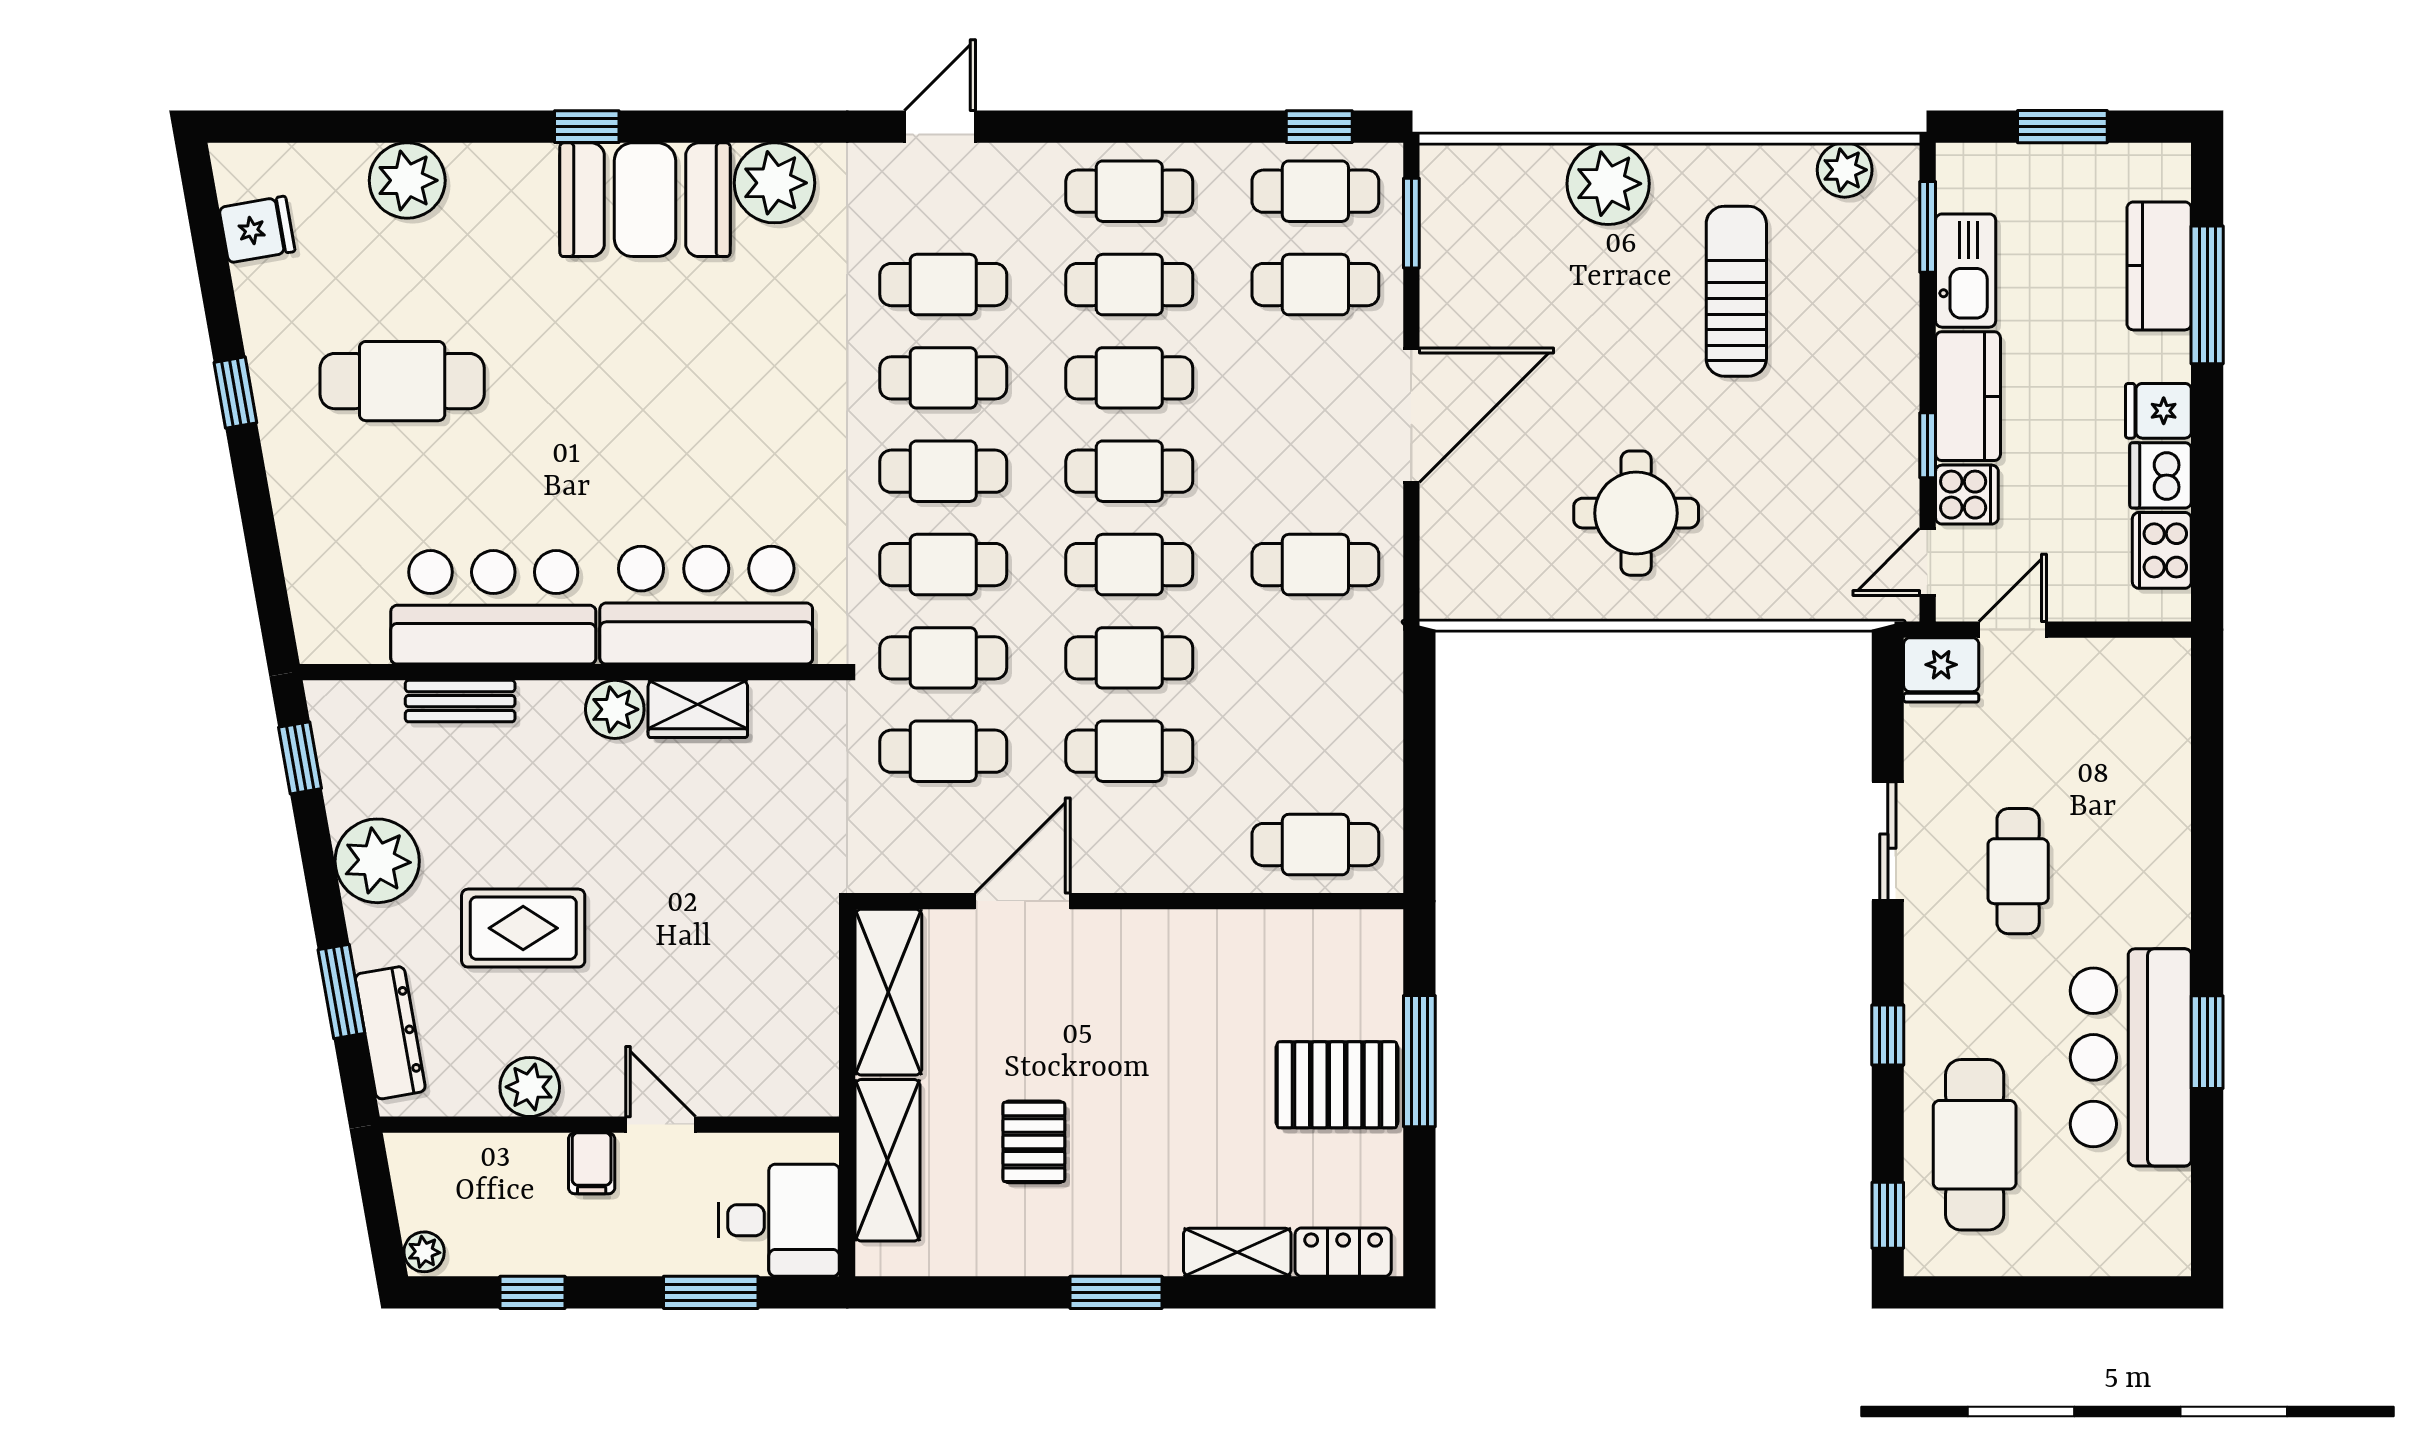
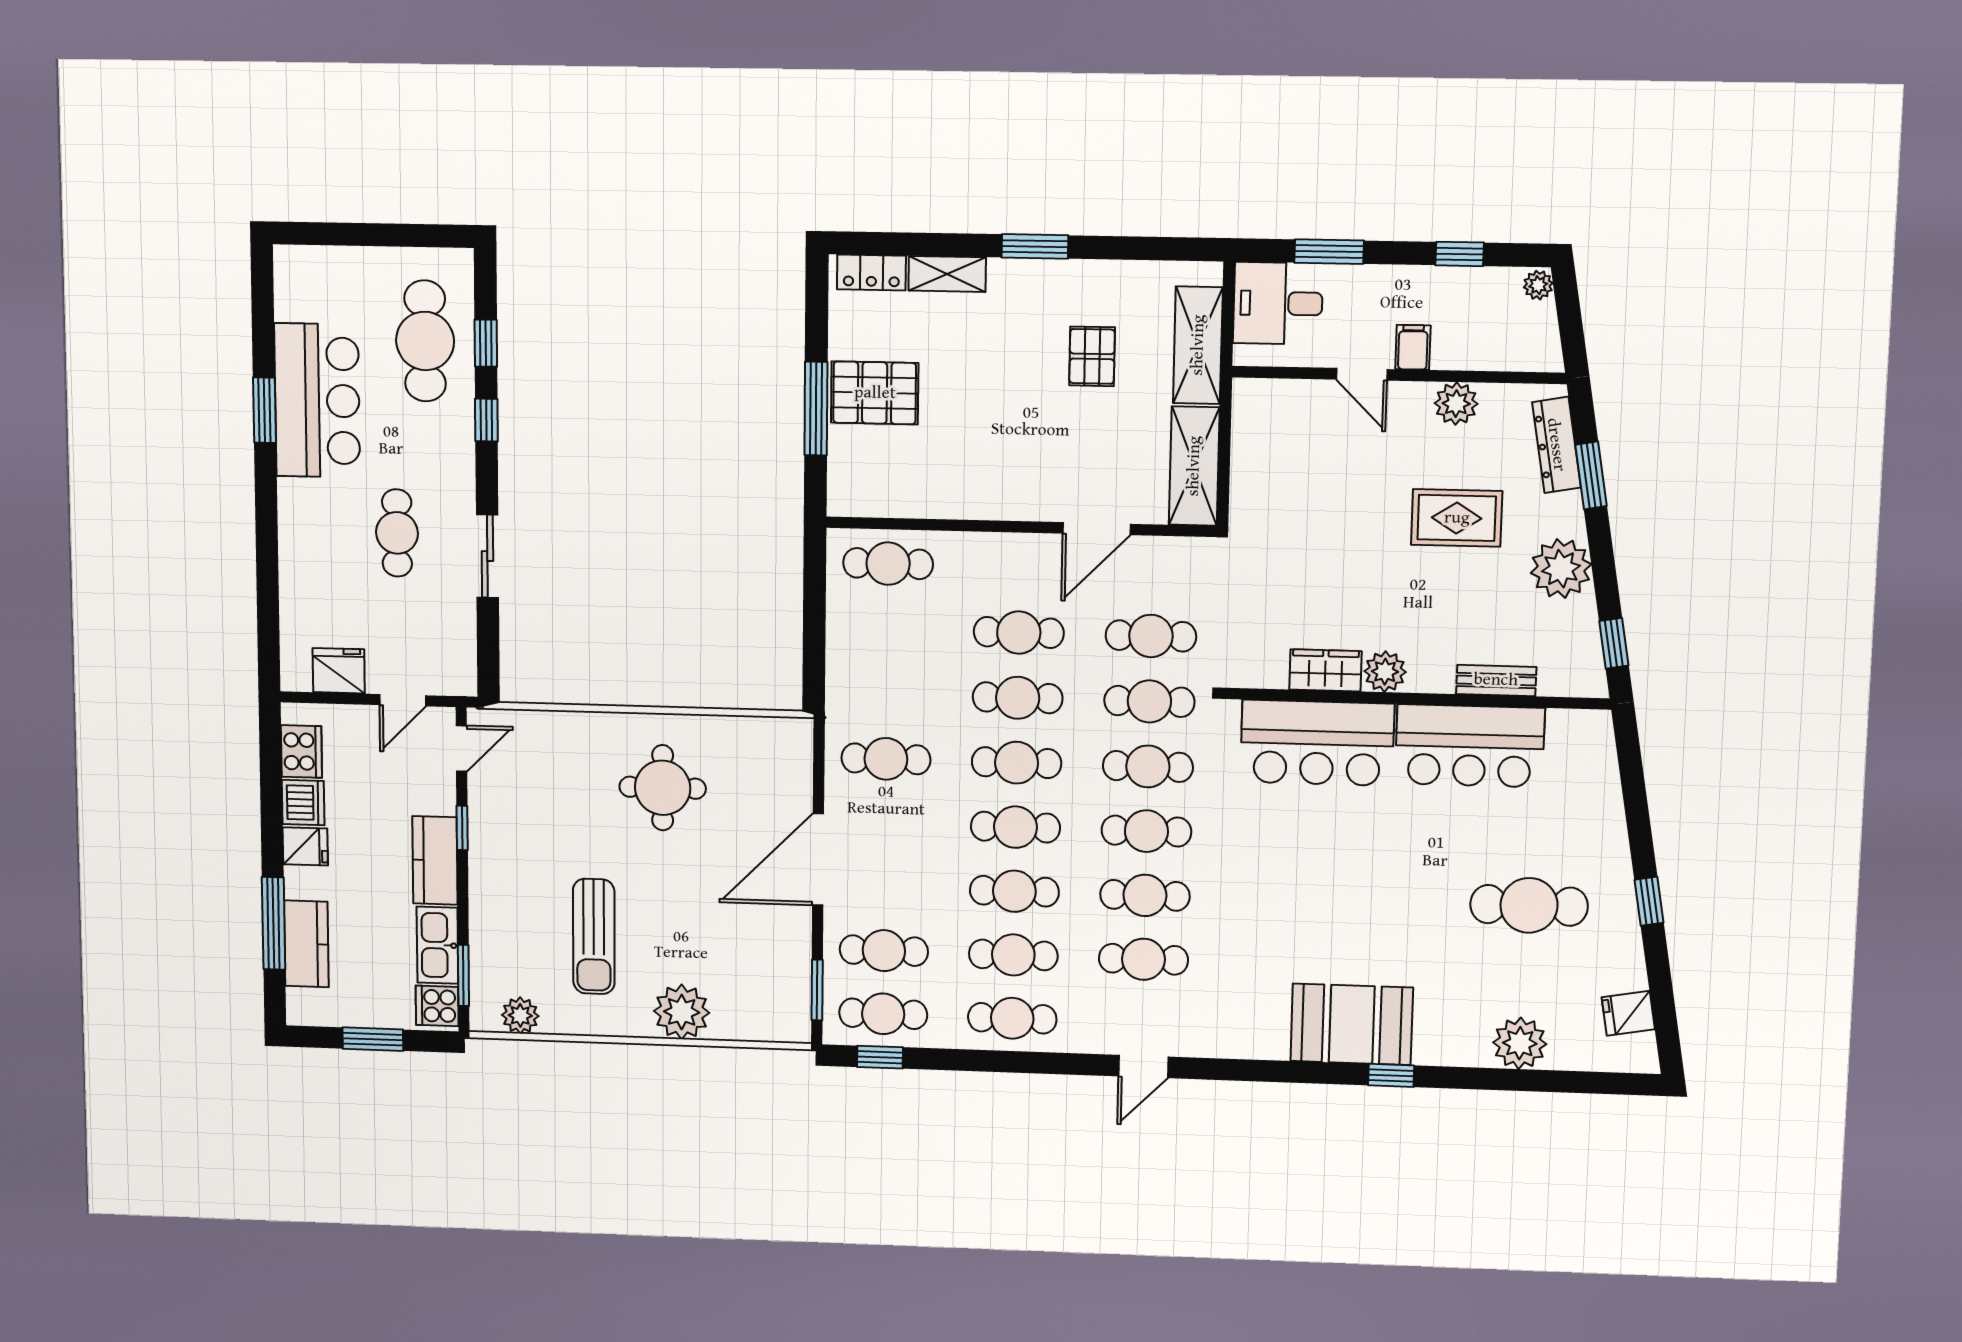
plant: (774, 183) -> (1260, 1033), removed
cooker: (1967, 495) -> (437, 1006), moved
fridge: (1941, 670) -> (339, 671), moved
window: (1888, 1215) -> (486, 343), moved

